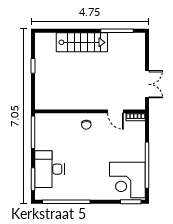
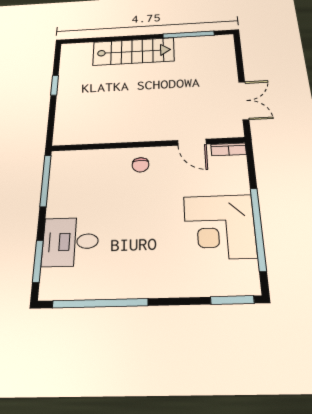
desk: (49, 169) -> (70, 242), width x0.73
corner desk: (127, 180) -> (220, 227), moved

